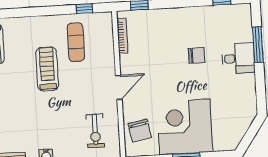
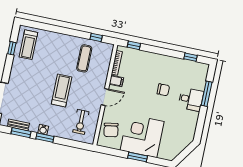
filing cabinet: (129, 61) -> (116, 81), added
treadmill: (47, 69) -> (62, 91), moved

